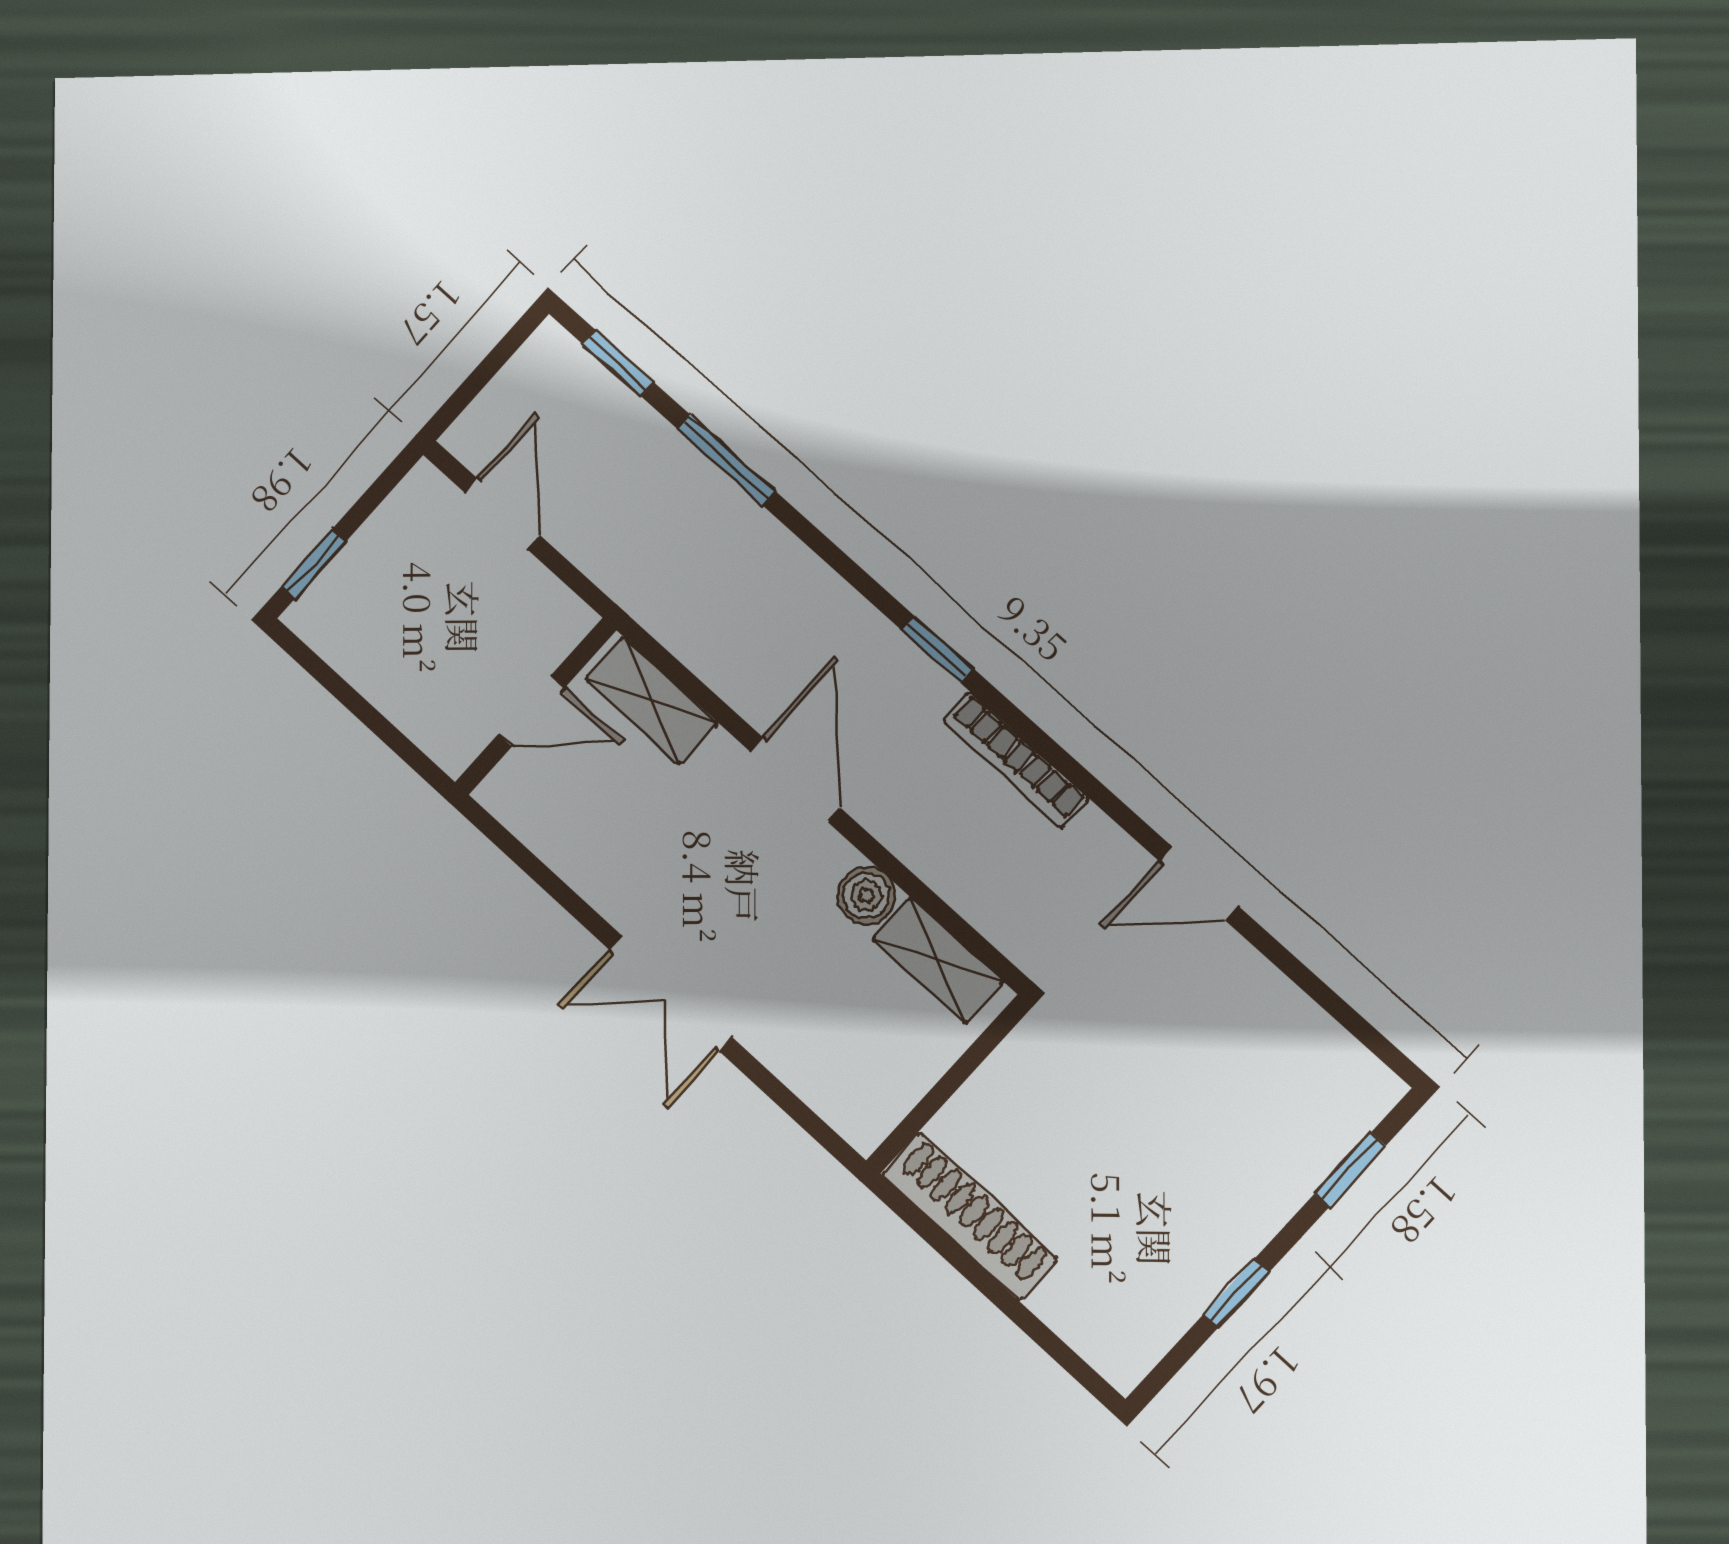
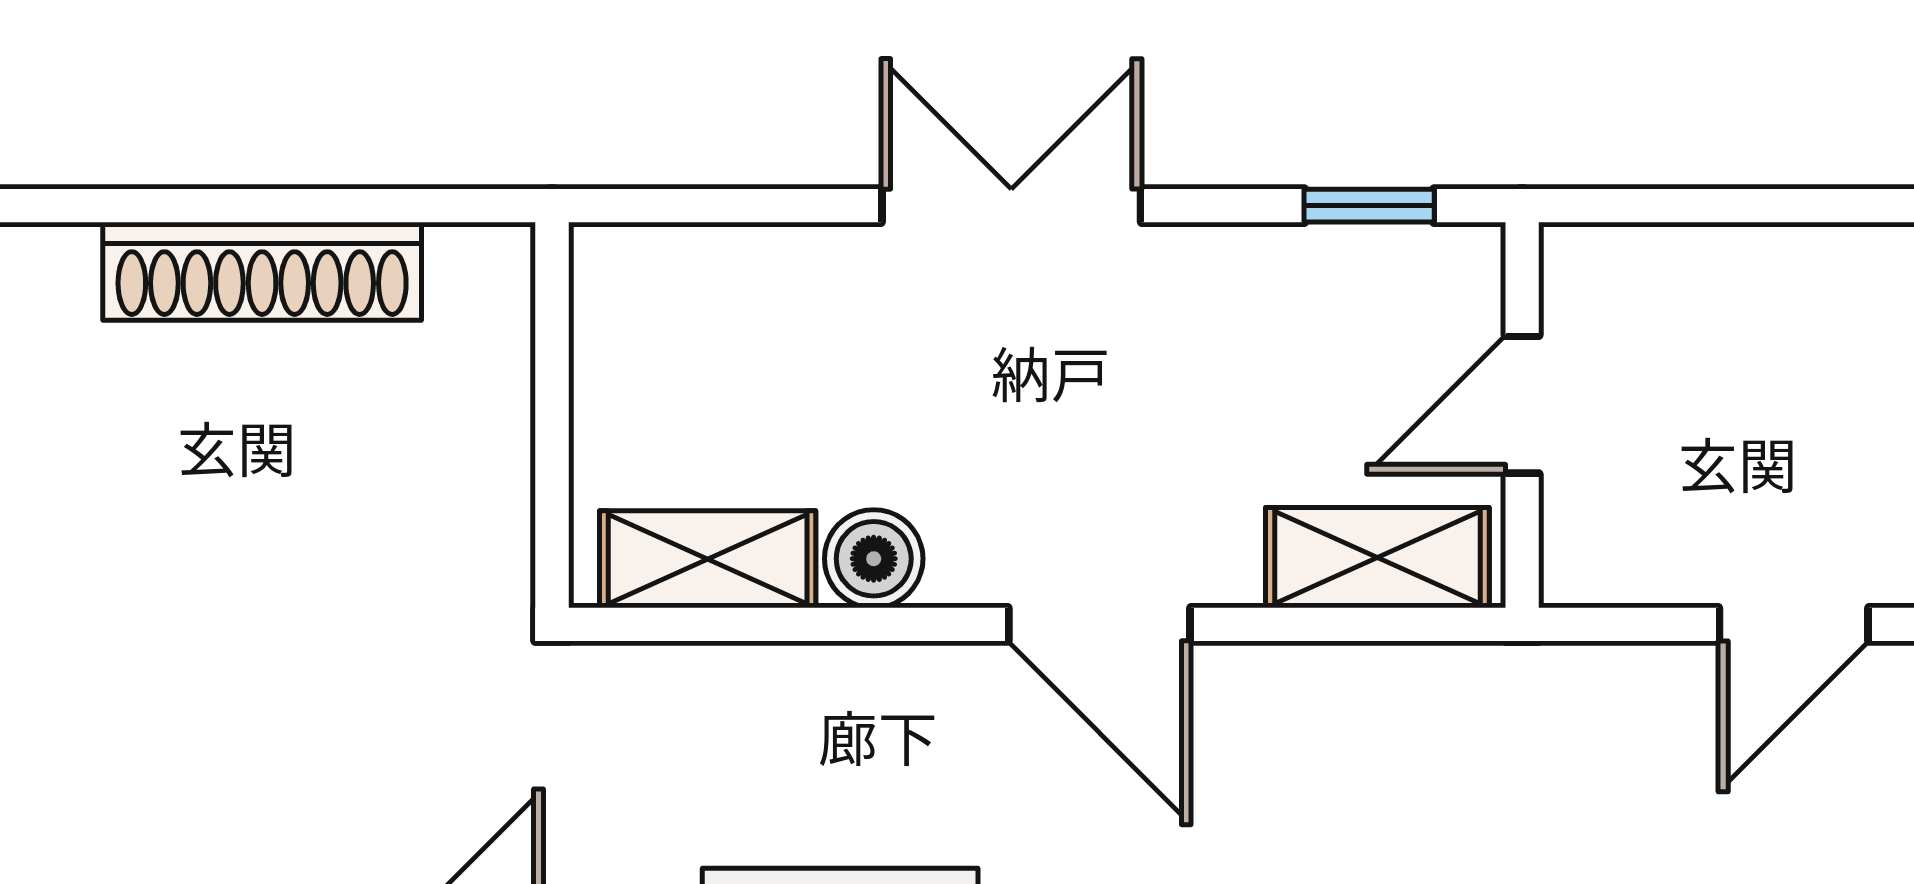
door: (502, 514) -> (1794, 624), hinge flipped
window: (520, 854) -> (1369, 206), added
shoe rack: (970, 1217) -> (262, 271), moved

